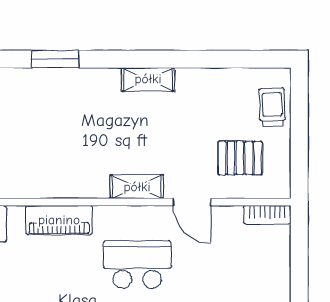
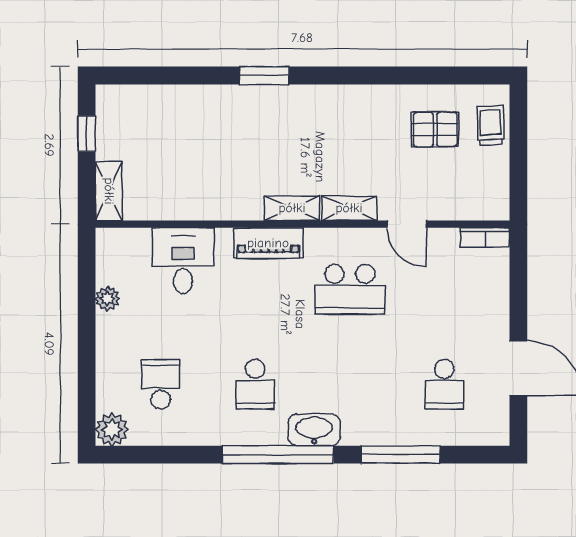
shelving: (148, 79) -> (292, 208), moved
pallet: (240, 158) -> (435, 129), moved
school desk: (137, 265) -> (350, 289), turned 180

